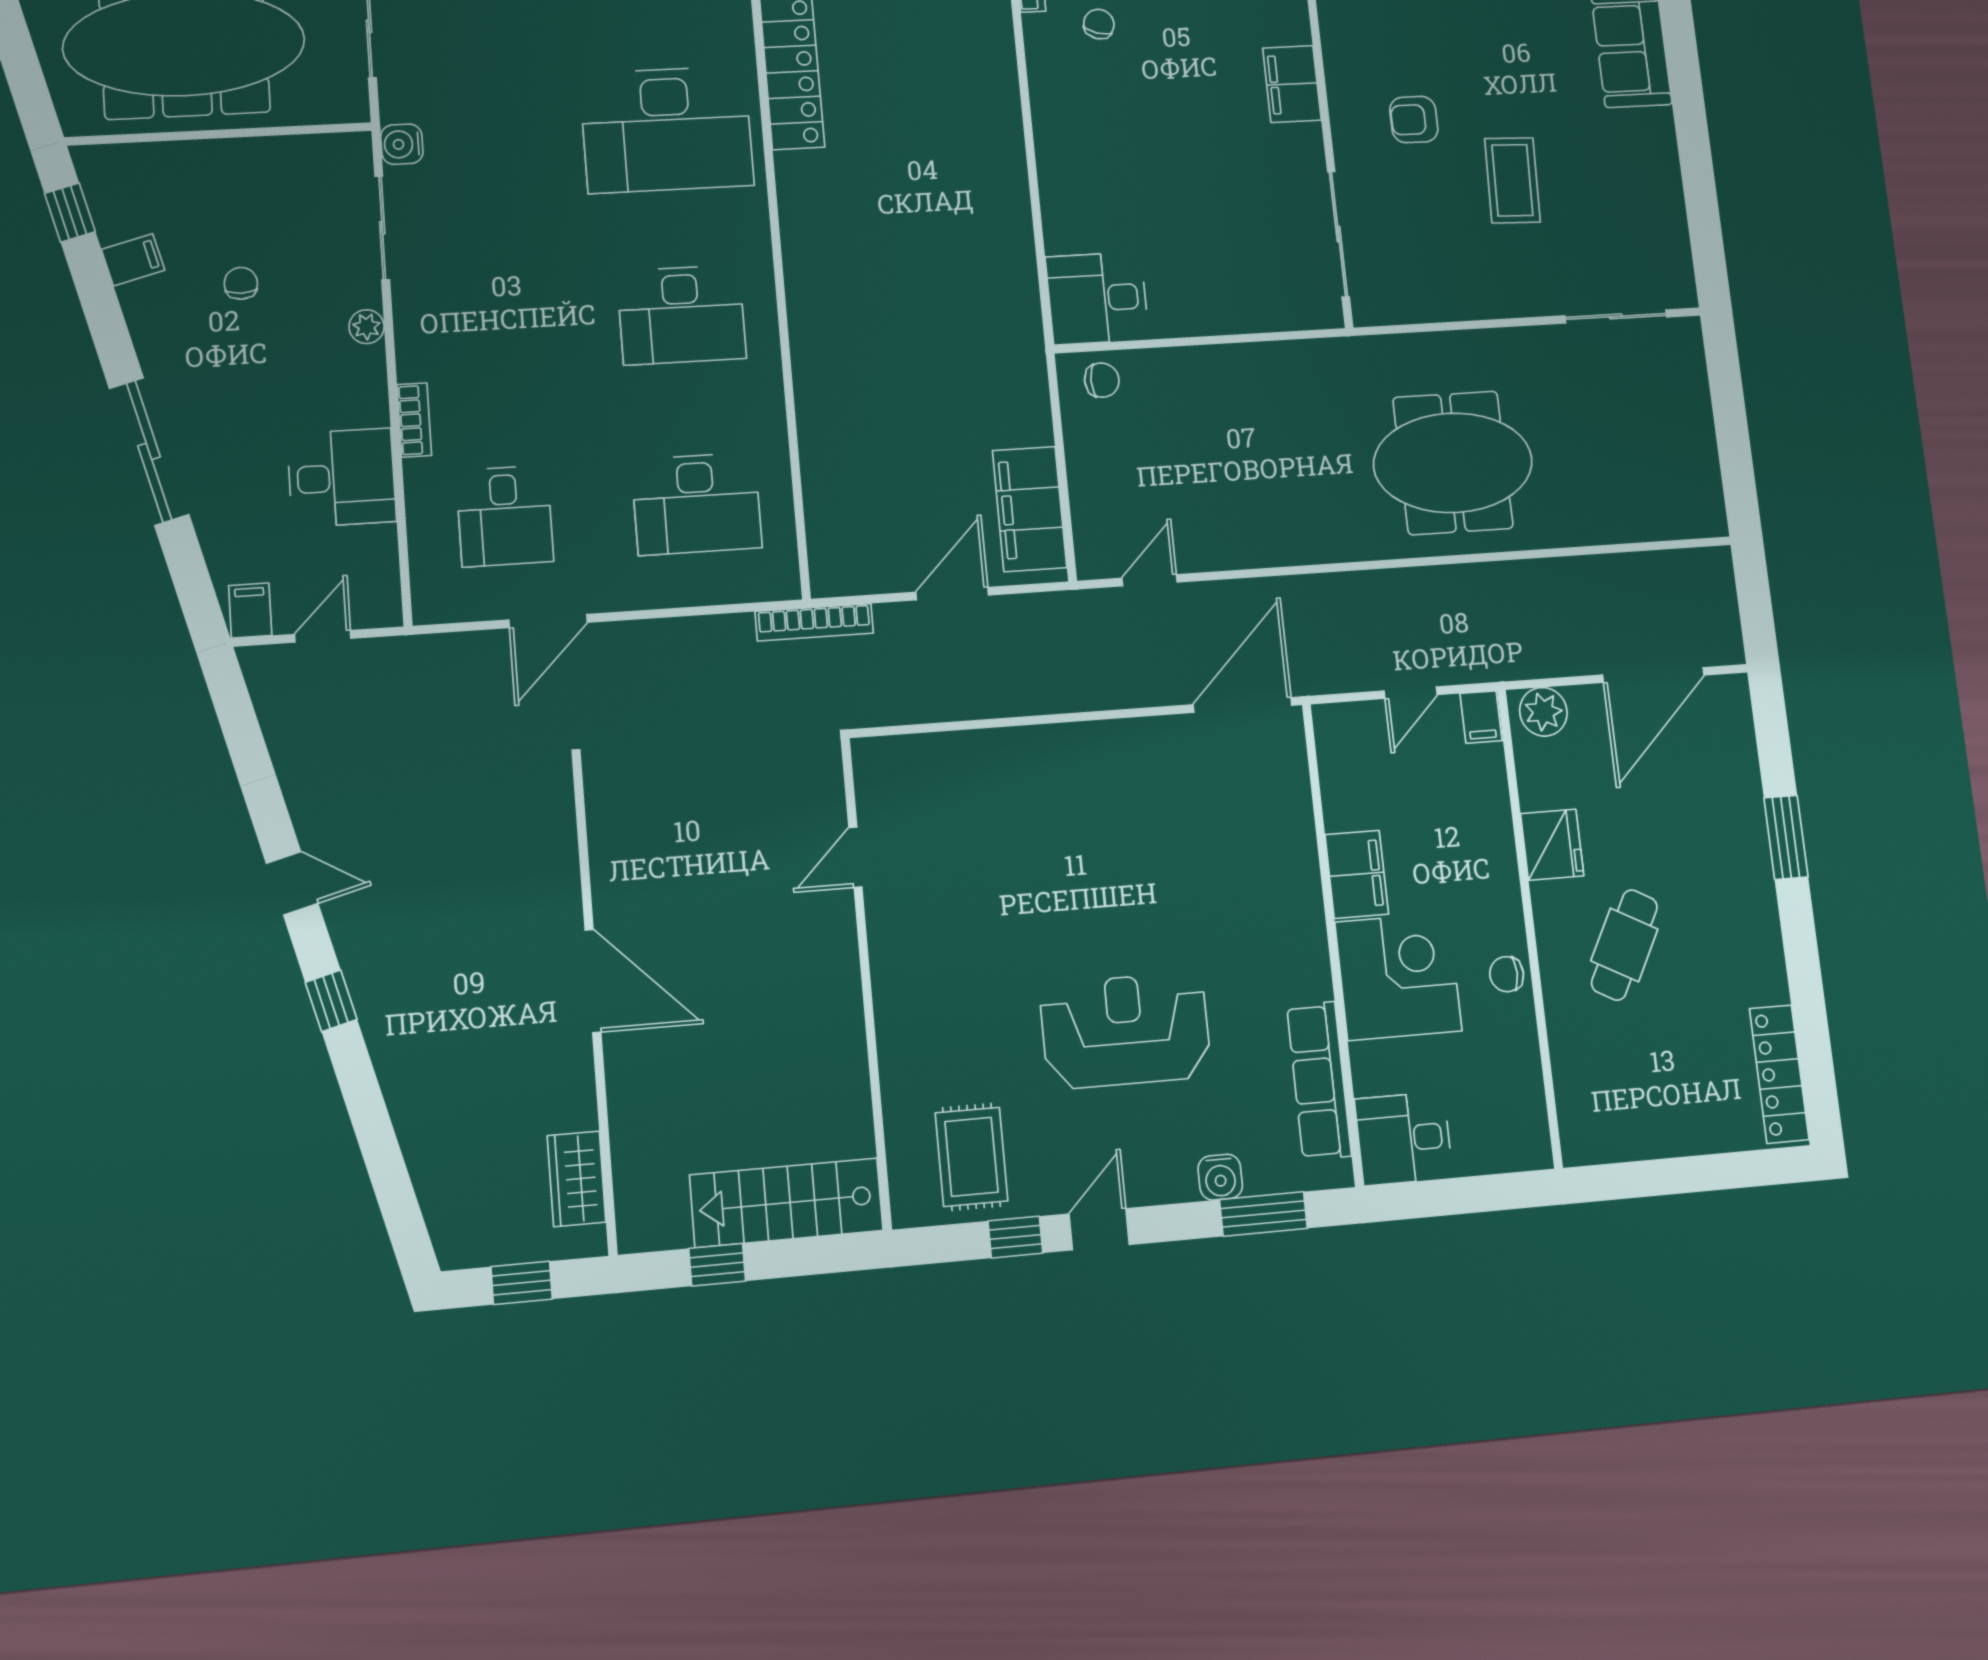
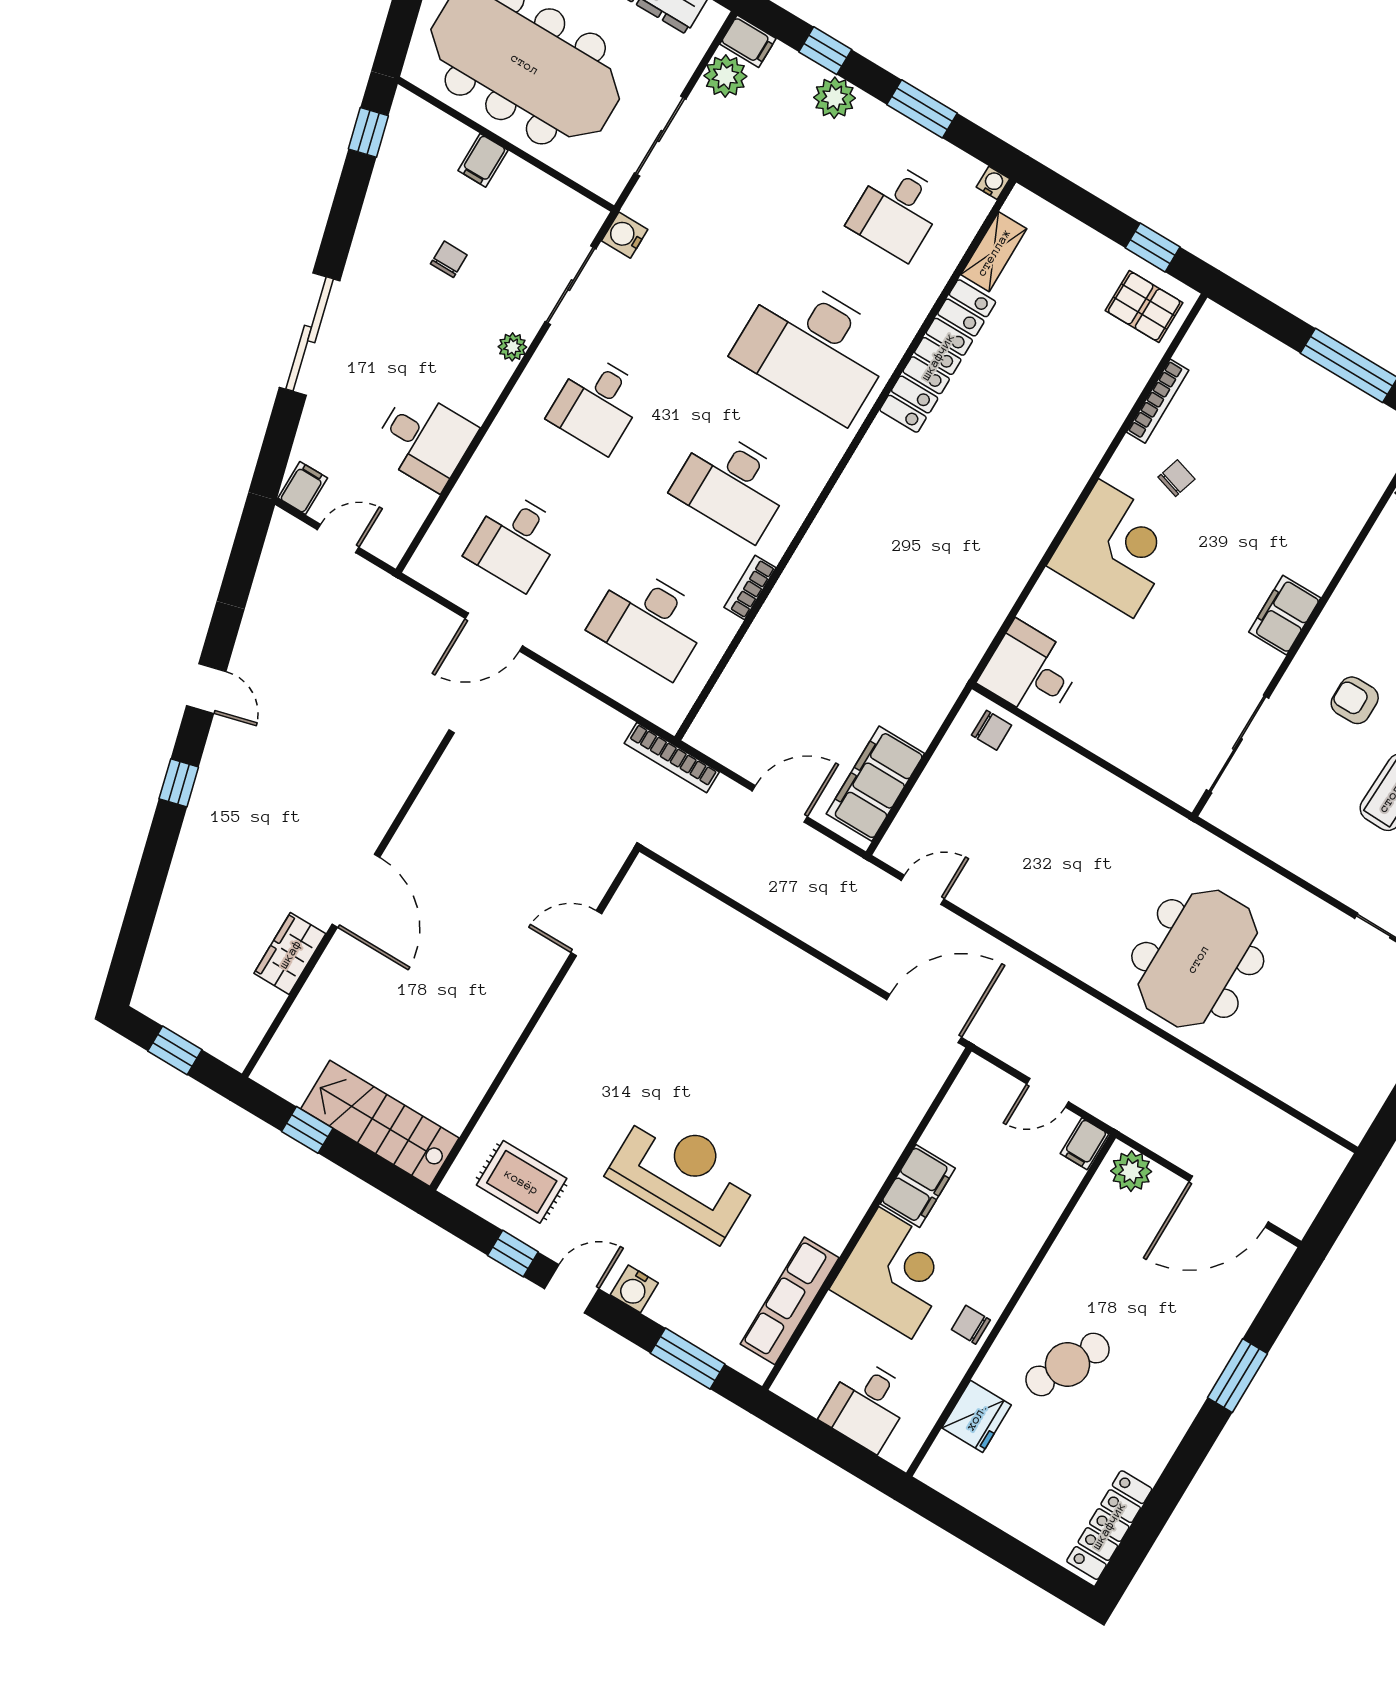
corner desk: (1091, 128) -> (1116, 548), added
filing cabinet: (133, 260) -> (483, 160), moved, turned 105
desk: (491, 326) -> (597, 404), added
bookcase: (414, 420) -> (750, 587), moved, turned 180
meeting table: (1453, 463) -> (1198, 959), turned 90
fridge: (1552, 845) -> (977, 1416), moved
desk: (1404, 1139) -> (867, 1405), moved, turned -90
rug: (972, 1157) -> (522, 1182), turned 90
water cooler: (1220, 1177) -> (634, 1289), moved
wardrobe: (577, 1179) -> (290, 954), moved

